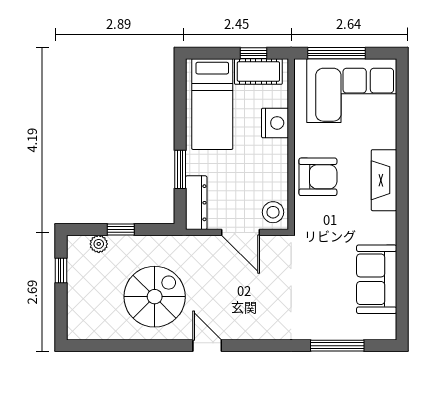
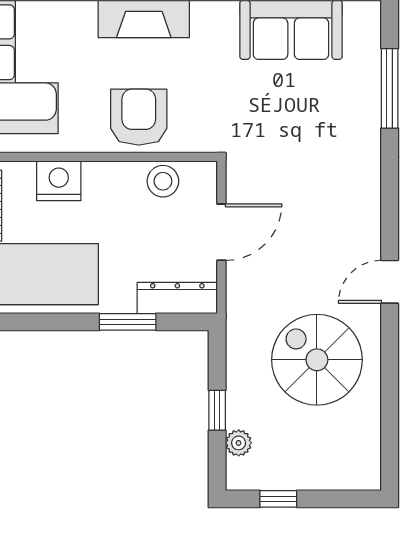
stool: (273, 212) -> (163, 181), moved

